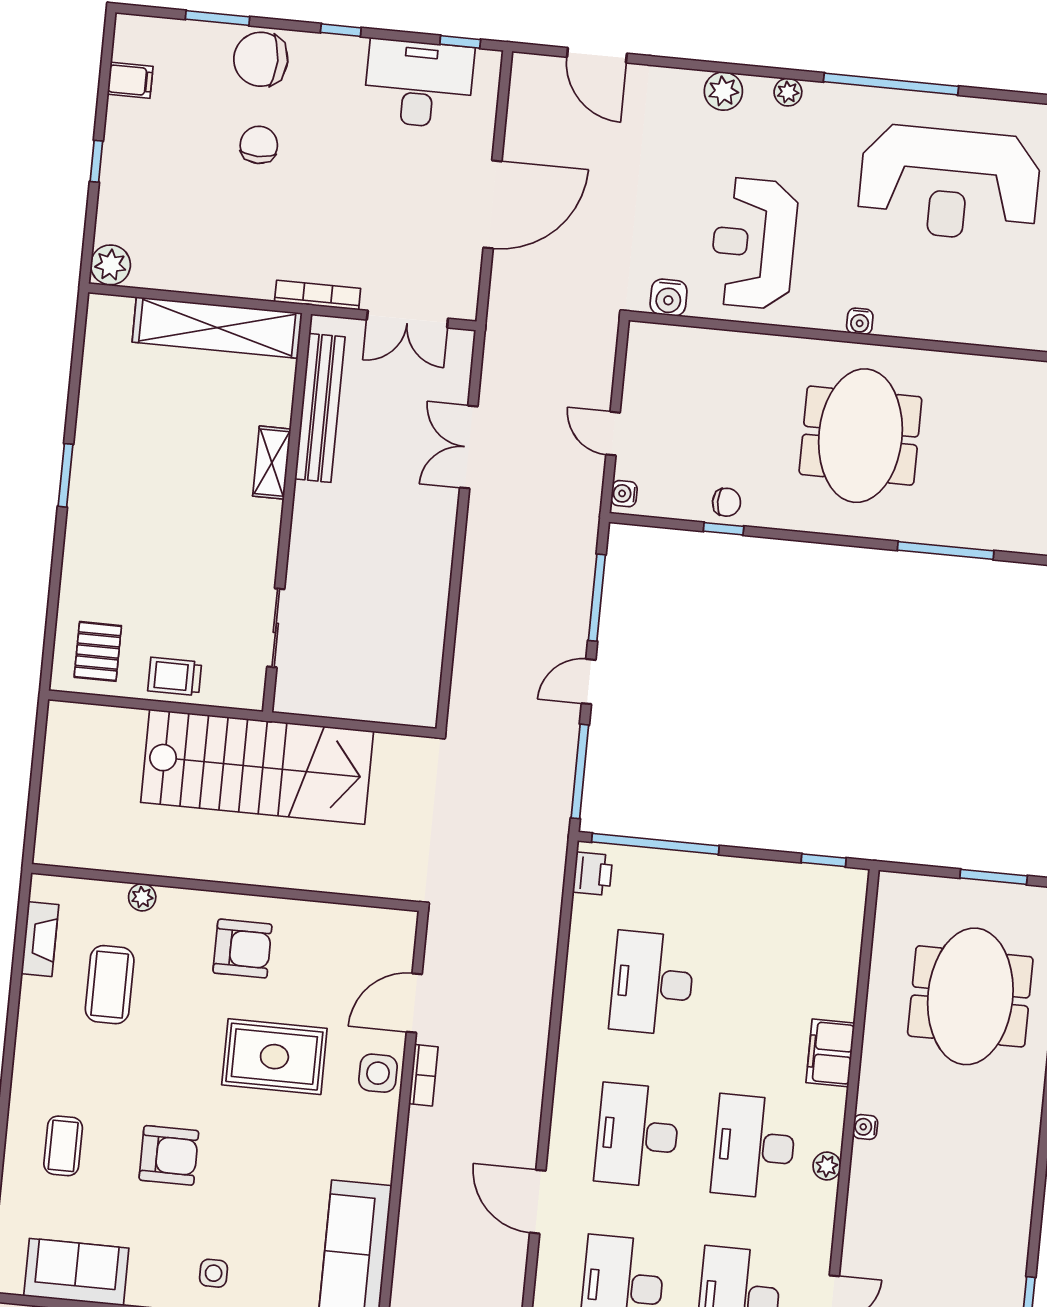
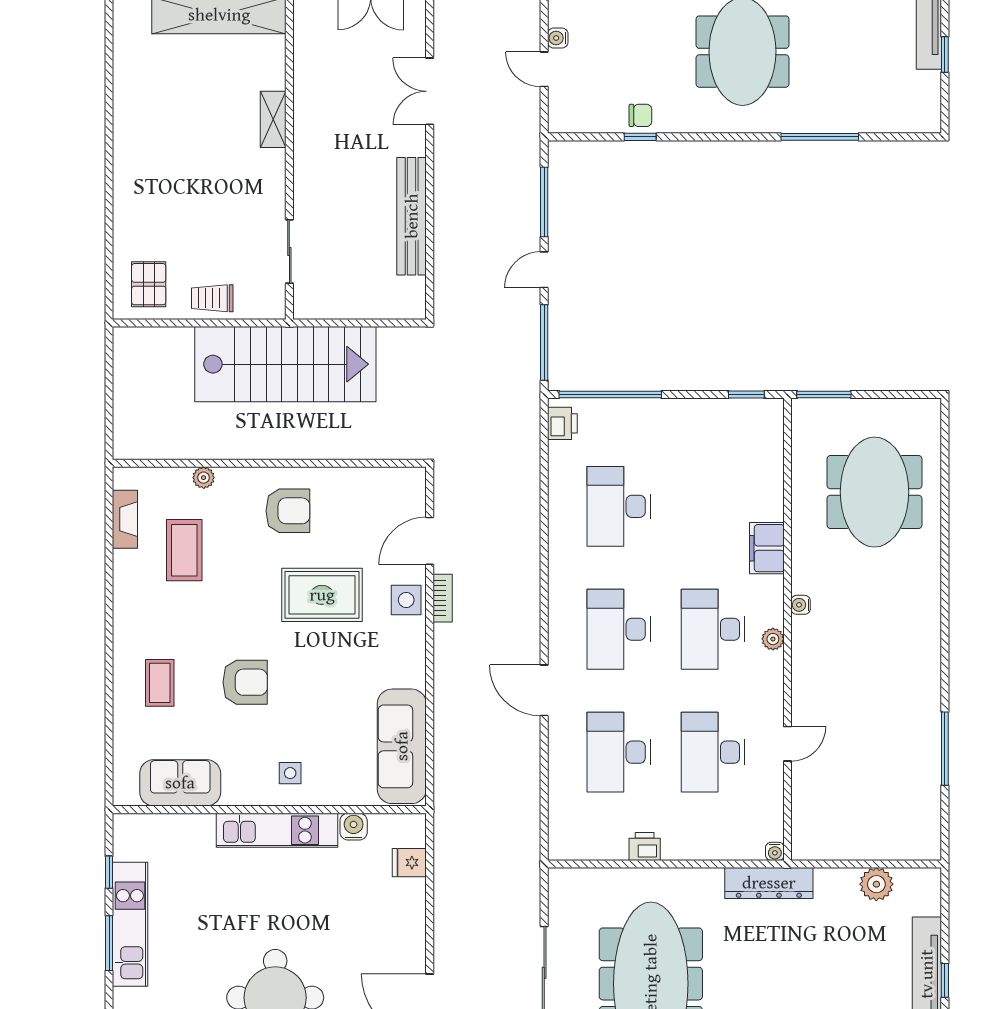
bench: (320, 408) -> (412, 216), moved
window: (66, 475) -> (109, 146), removed
water cooler: (624, 494) -> (558, 38), moved
window: (994, 877) -> (824, 395), moved

